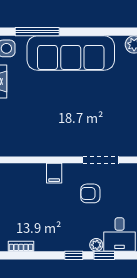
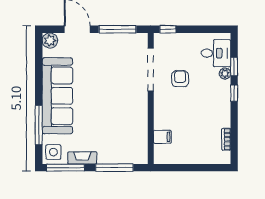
doorway: (101, 160) -> (151, 70), width x1.36
filing cabinet: (54, 173) -> (162, 137), moved
armchair: (90, 193) -> (180, 79), turned 180

